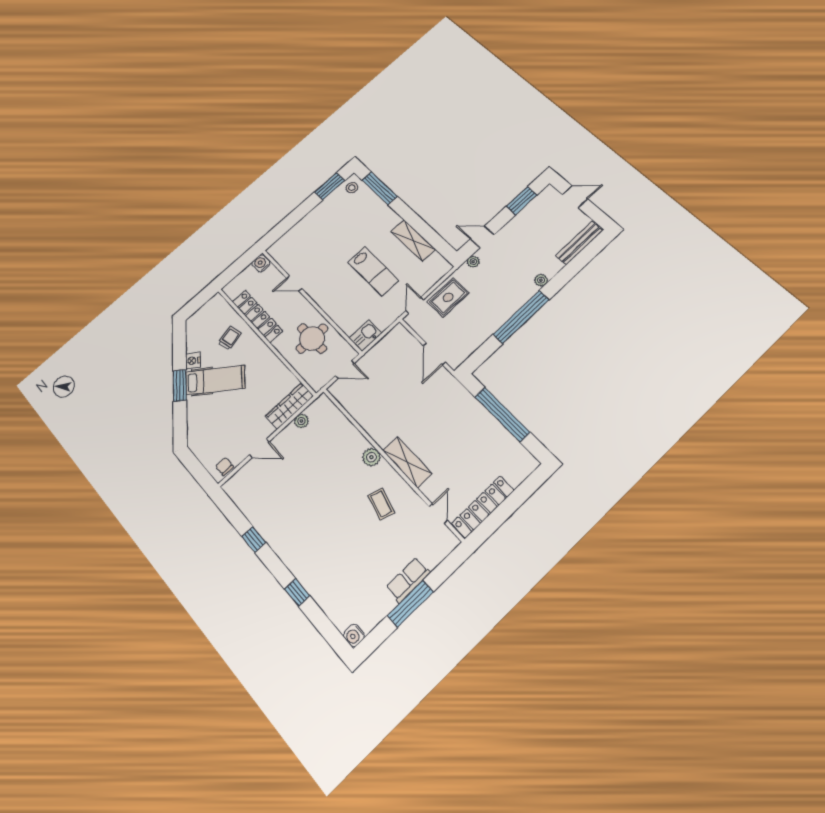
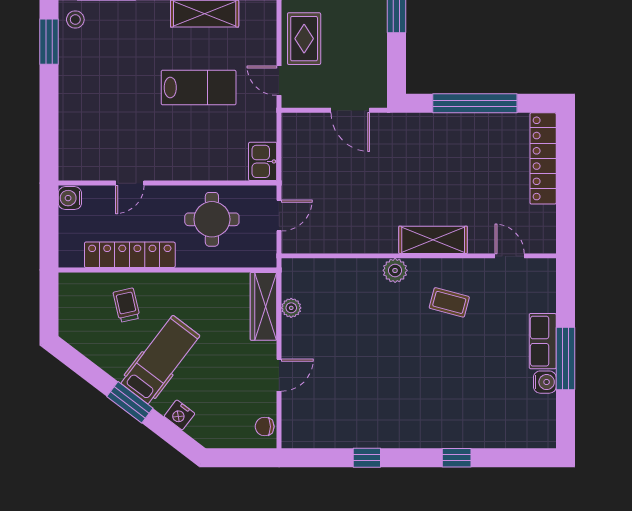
nightstand: (193, 361) -> (179, 415), moved
locker: (483, 507) -> (543, 158), moved
water cooler: (354, 635) -> (545, 382), moved, turned -90

